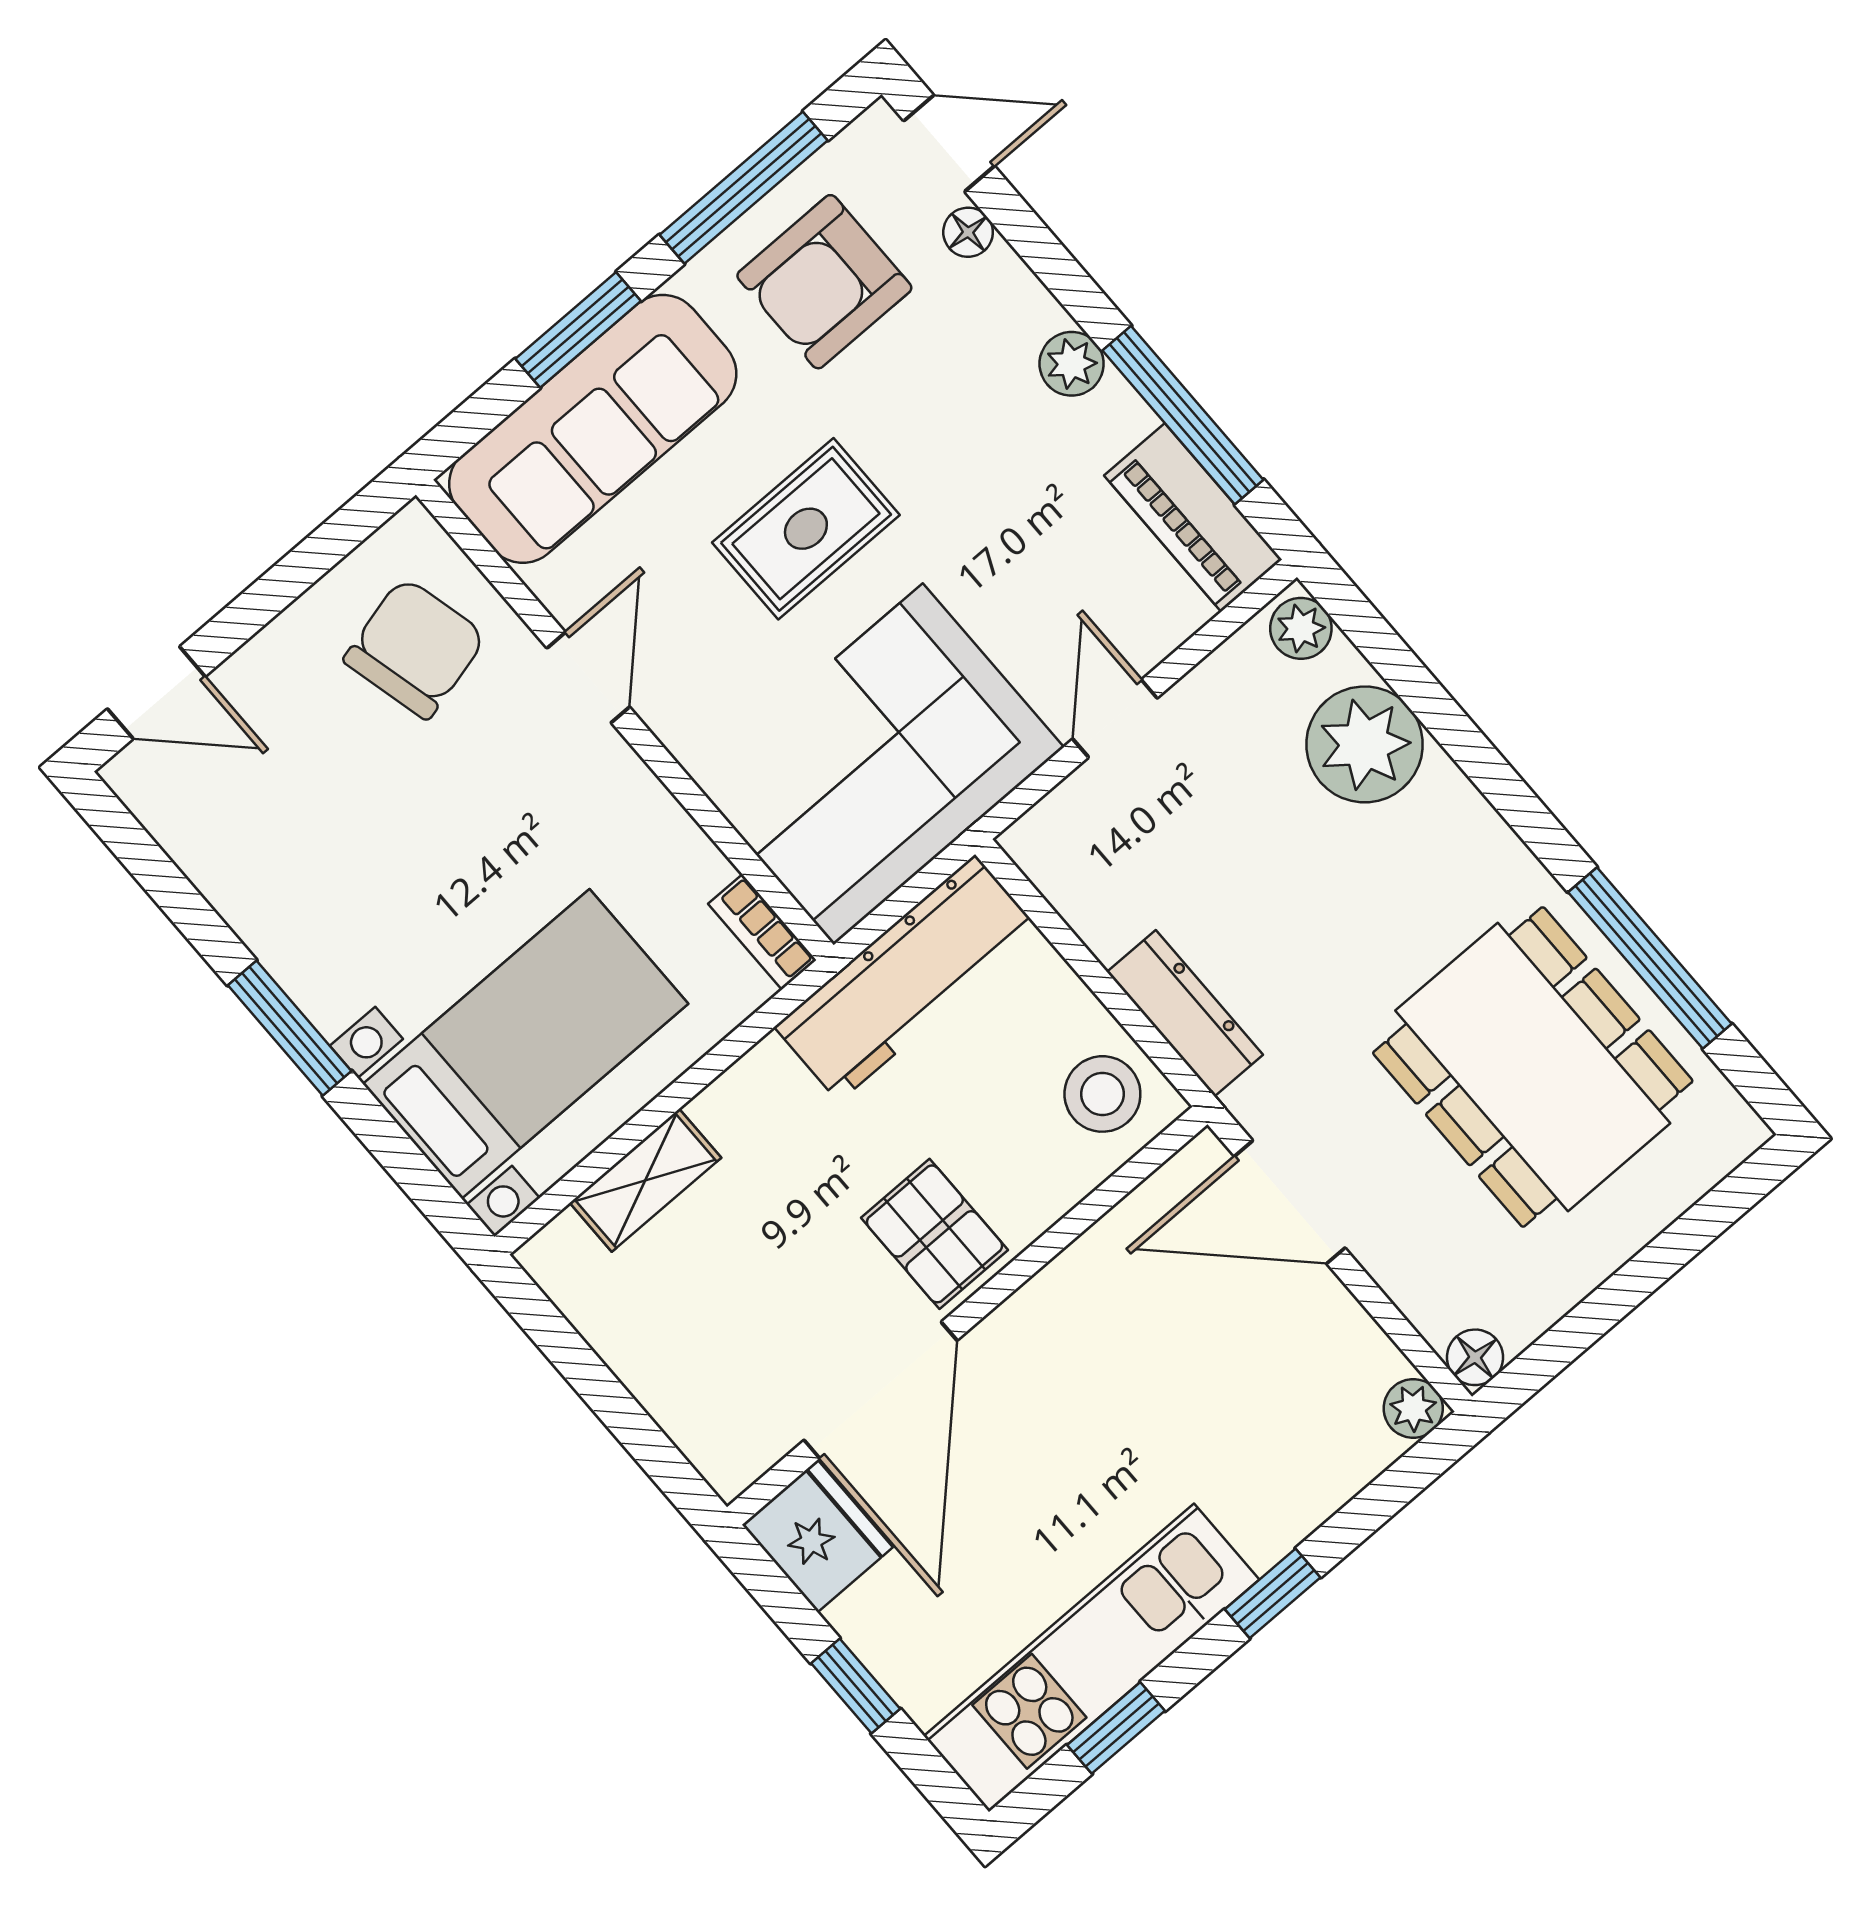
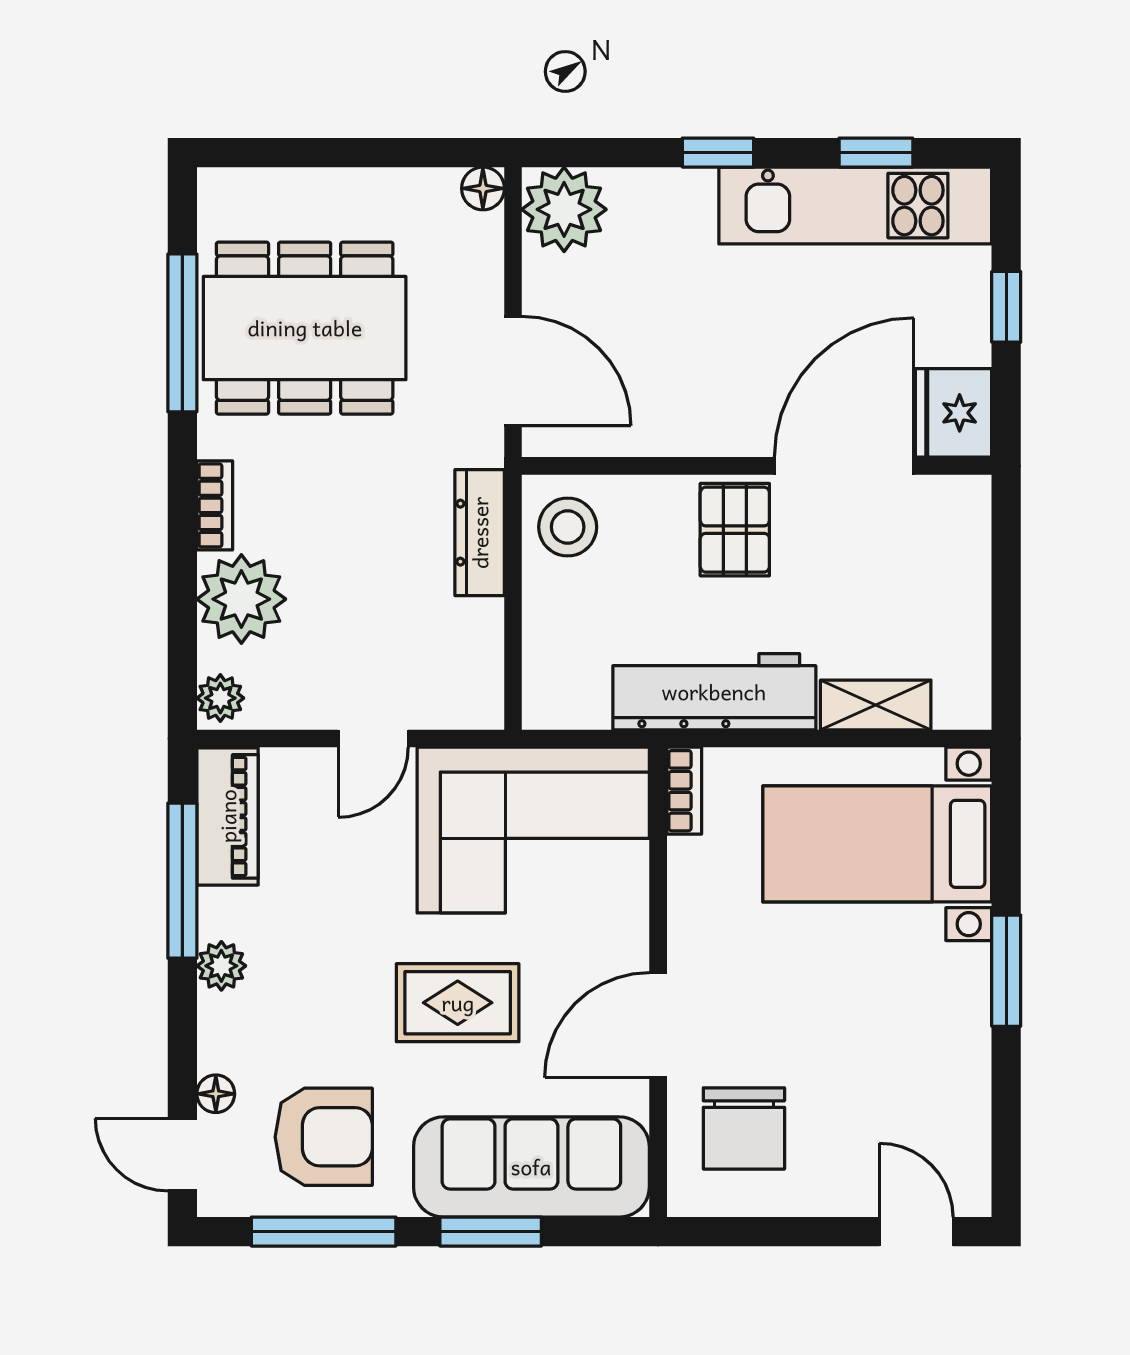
chair: (415, 648) -> (744, 1128), turned -76
door: (588, 677) -> (658, 1025), width x1.38
bookcase: (1471, 815) -> (215, 505), added
workbench: (907, 978) -> (714, 692), moved
dining table: (1533, 1067) -> (305, 328), turned 90
plant: (1413, 1408) -> (564, 209), width x1.88, depth x1.88

